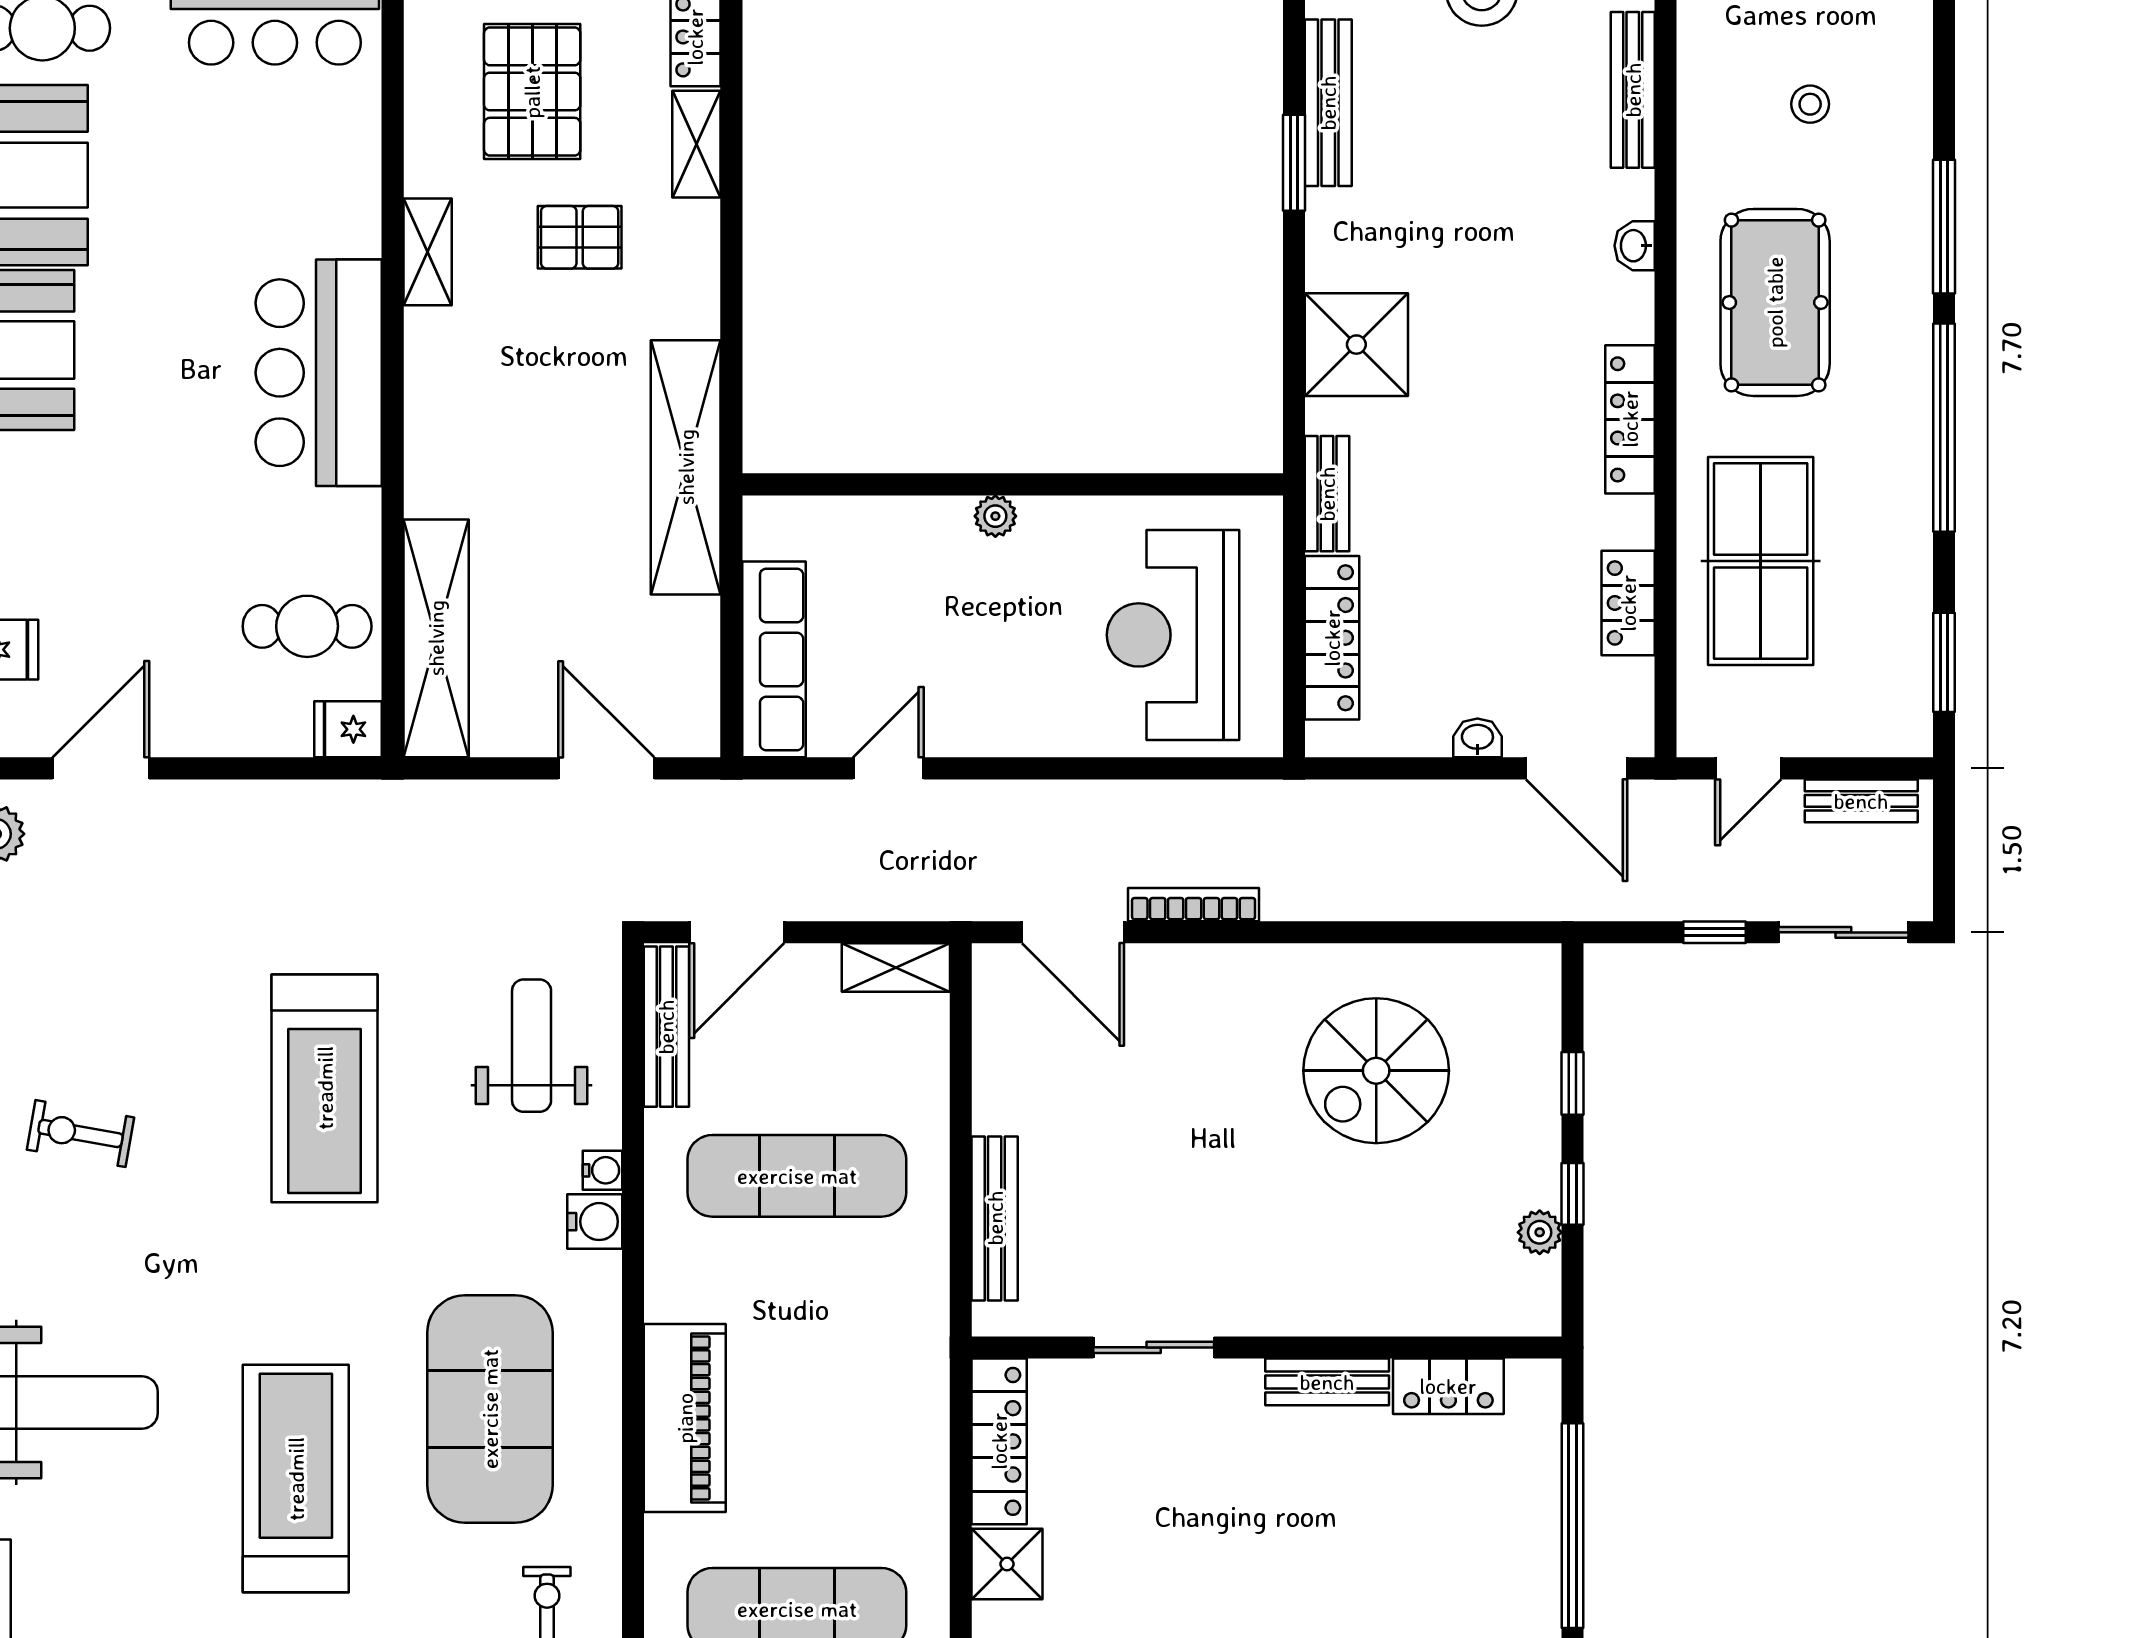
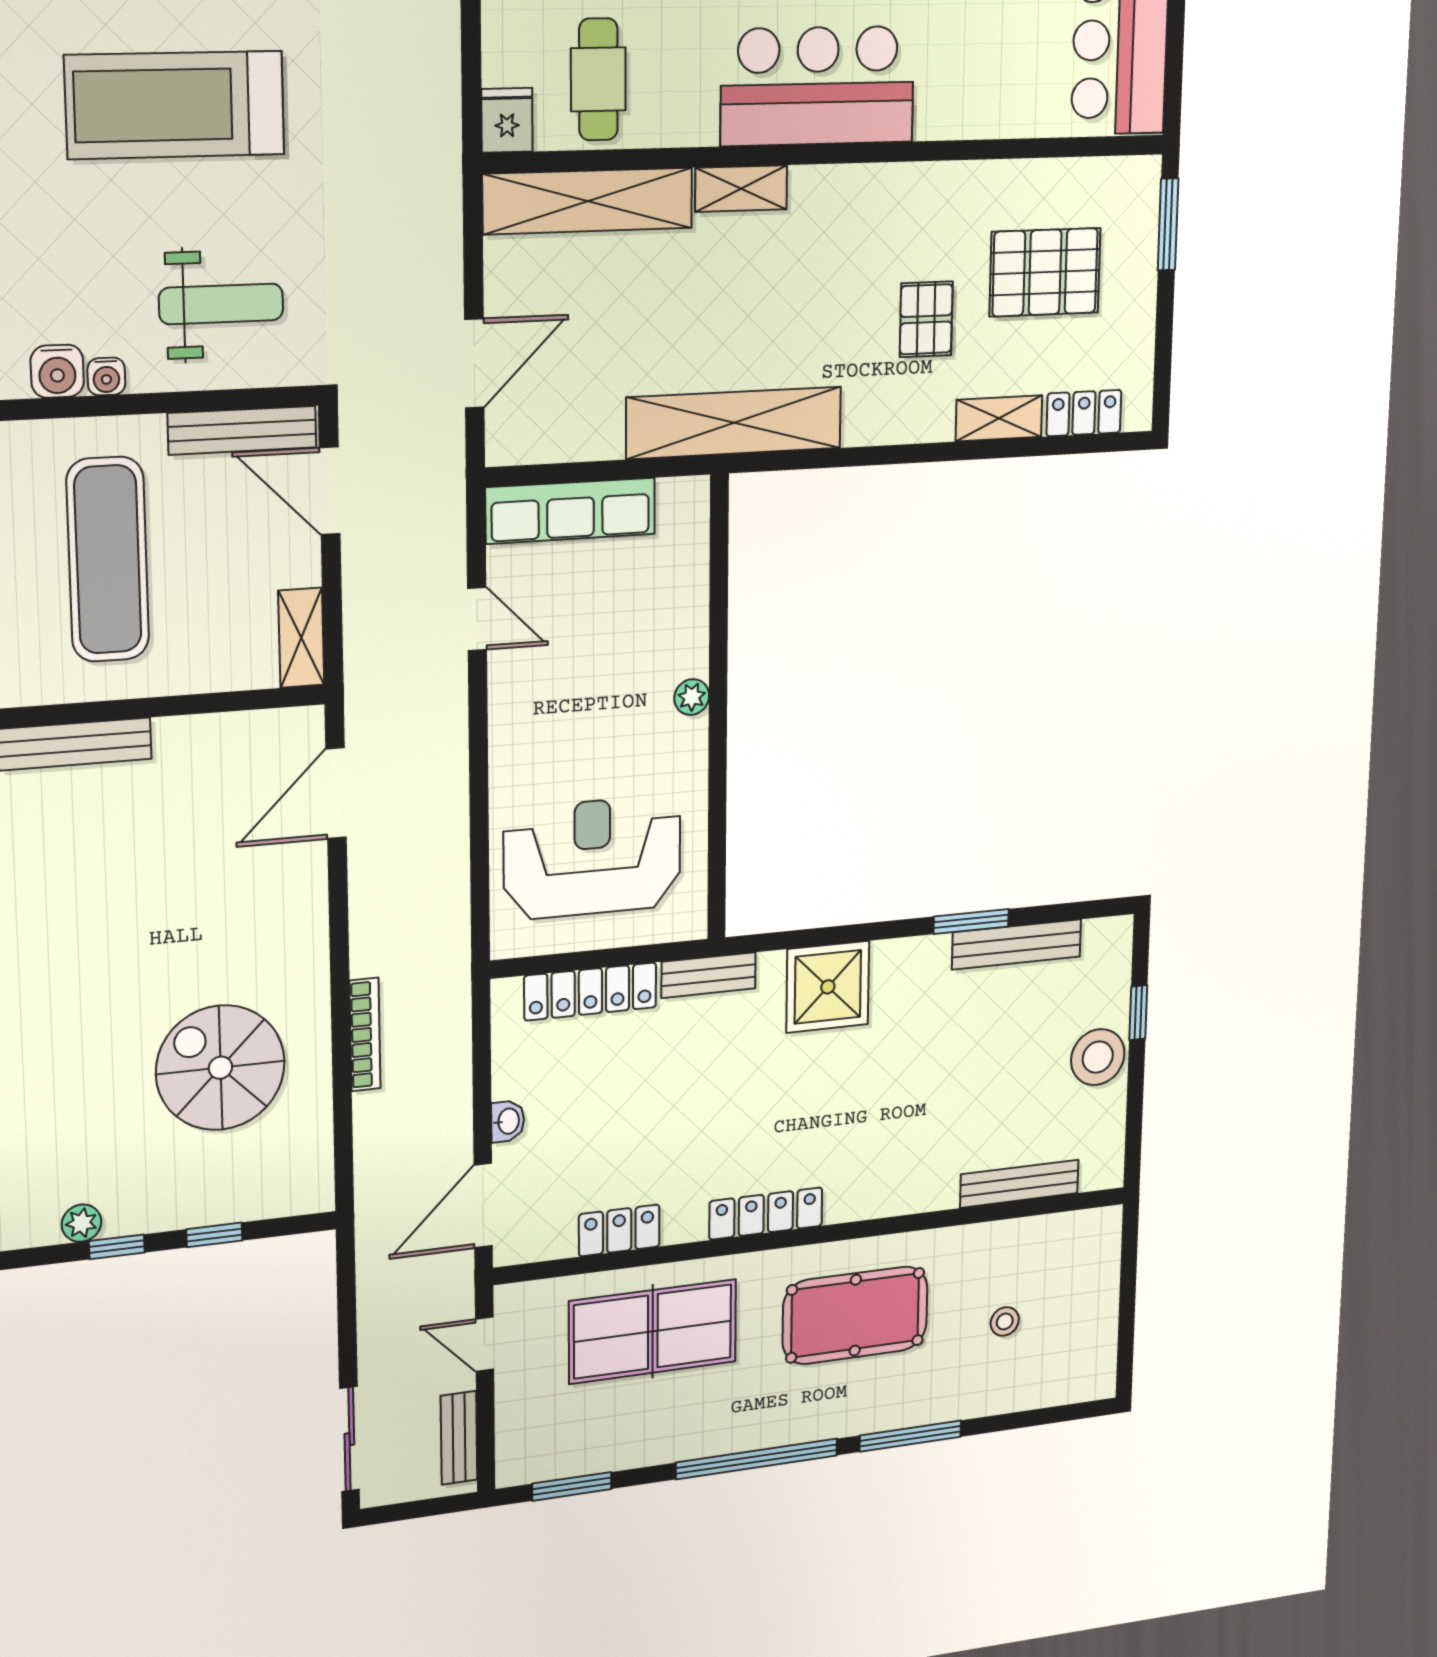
washbasin: (1635, 246) -> (901, 1200), removed
shelving: (428, 252) -> (741, 189), moved
bookcase: (1194, 905) -> (365, 1035), moved
window: (1714, 932) -> (347, 1335), removed

